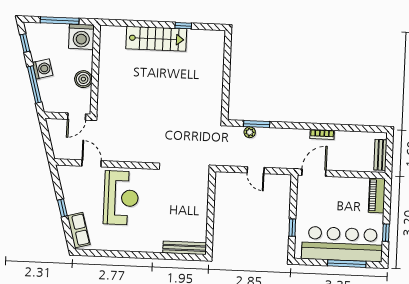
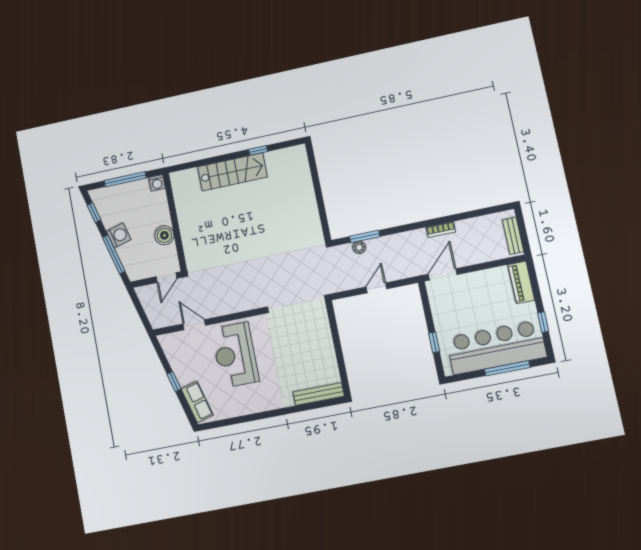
washing machine: (81, 37) -> (157, 183), width x0.53, depth x0.53
door: (256, 170) -> (376, 288), swing flipped
reception desk: (121, 198) -> (235, 355), turned 180

